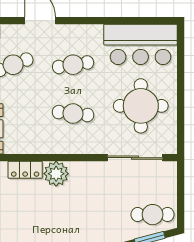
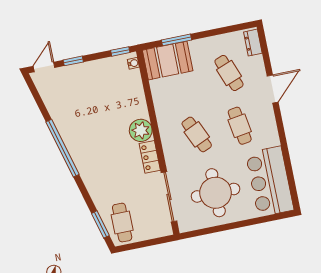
cafe table: (73, 114) -> (197, 134), turned -30
locker: (25, 170) -> (150, 157), moved

